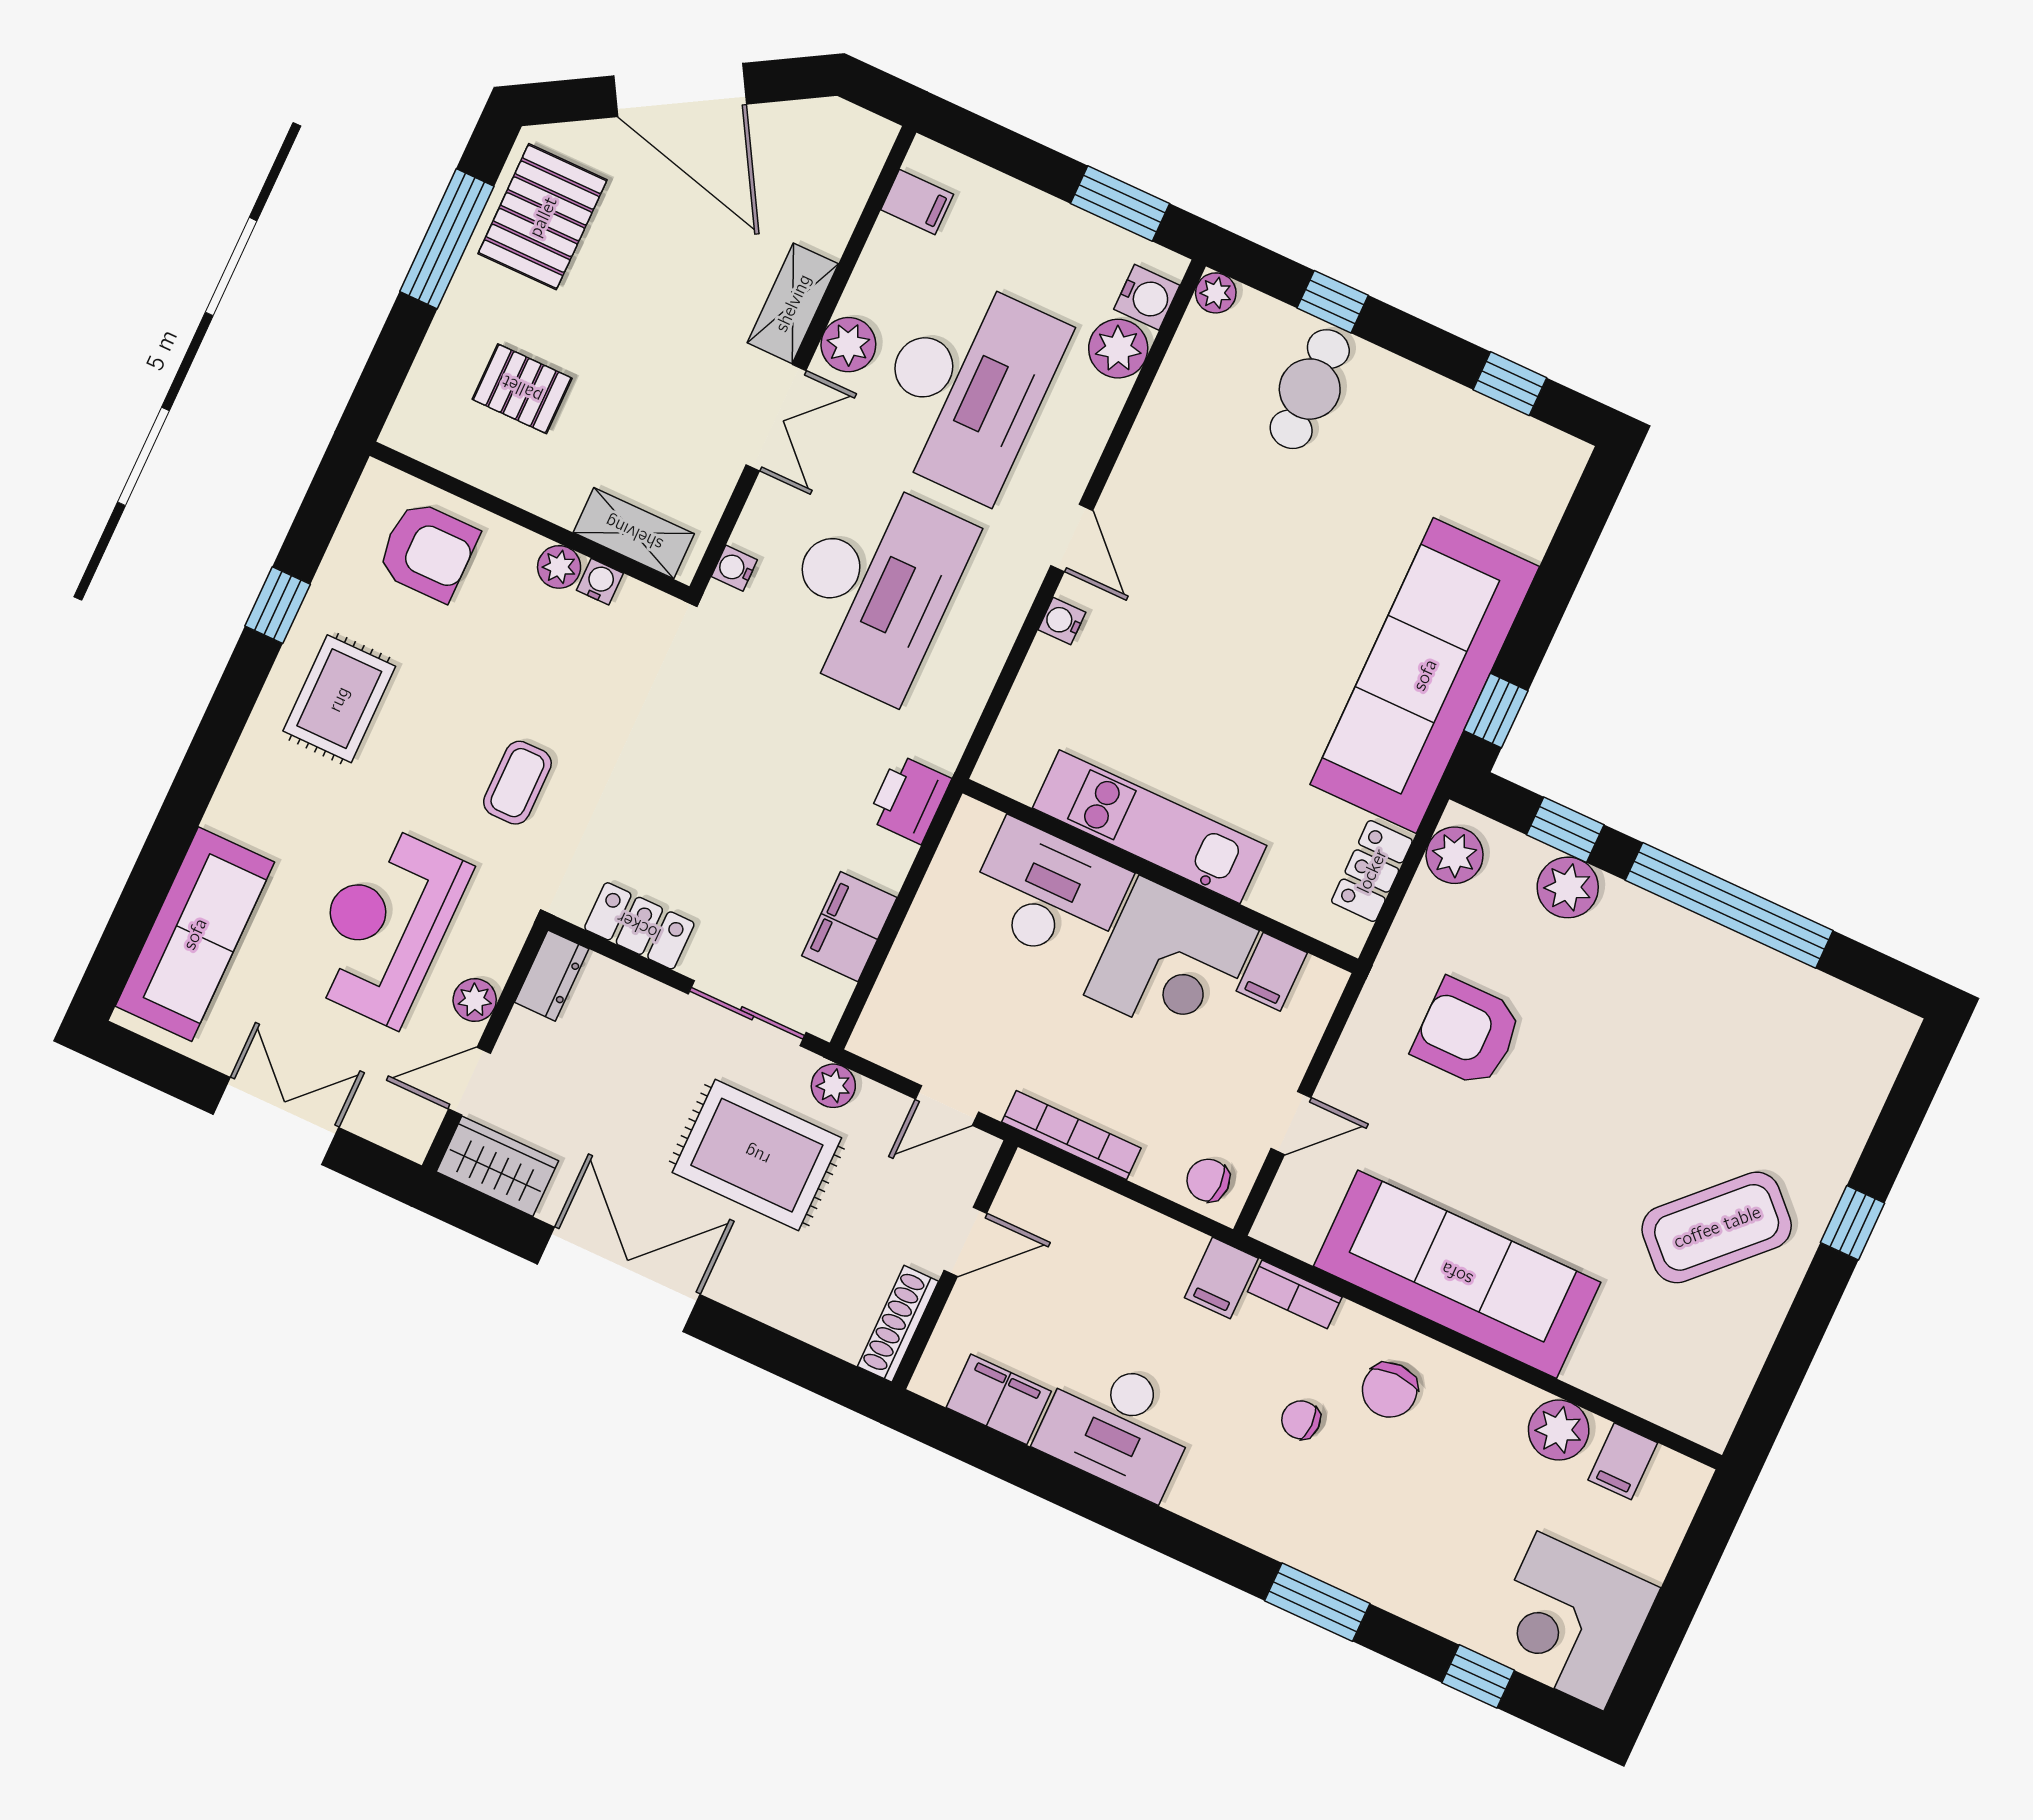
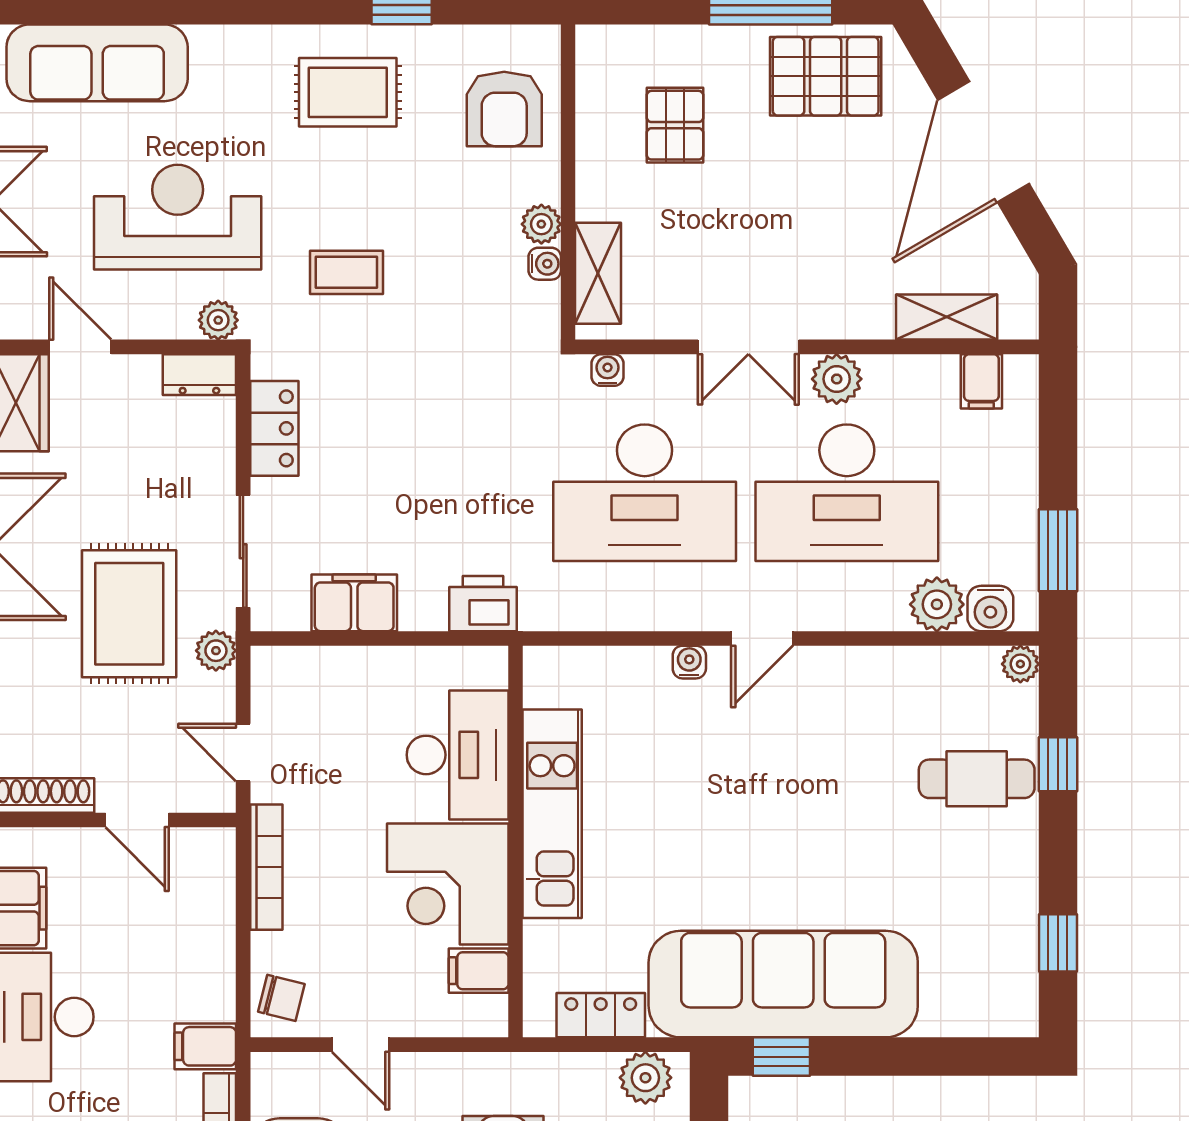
shelving: (793, 303) -> (947, 317), moved
plant: (475, 1000) -> (218, 320), moved
chair: (1208, 1180) -> (281, 998), turned 104

